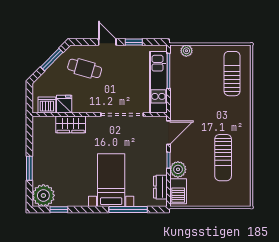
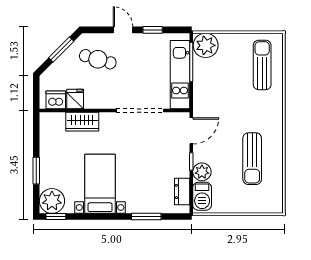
plant: (186, 51) -> (206, 45), width x1.87, depth x1.87
bed with nightstands: (111, 180) -> (100, 184), moved
window: (59, 210) -> (56, 217), moved
window: (128, 210) -> (146, 217), width x0.69

